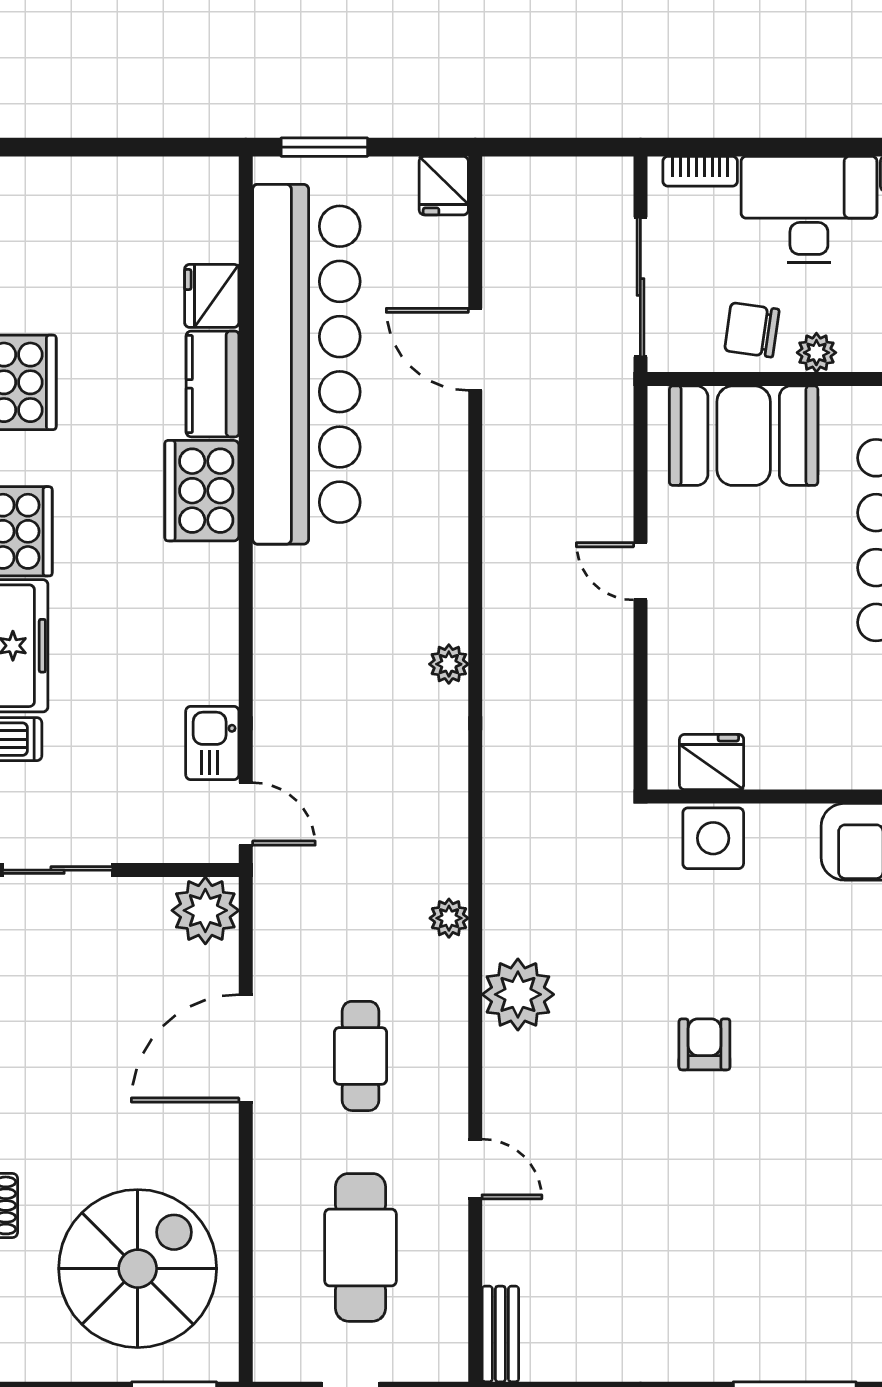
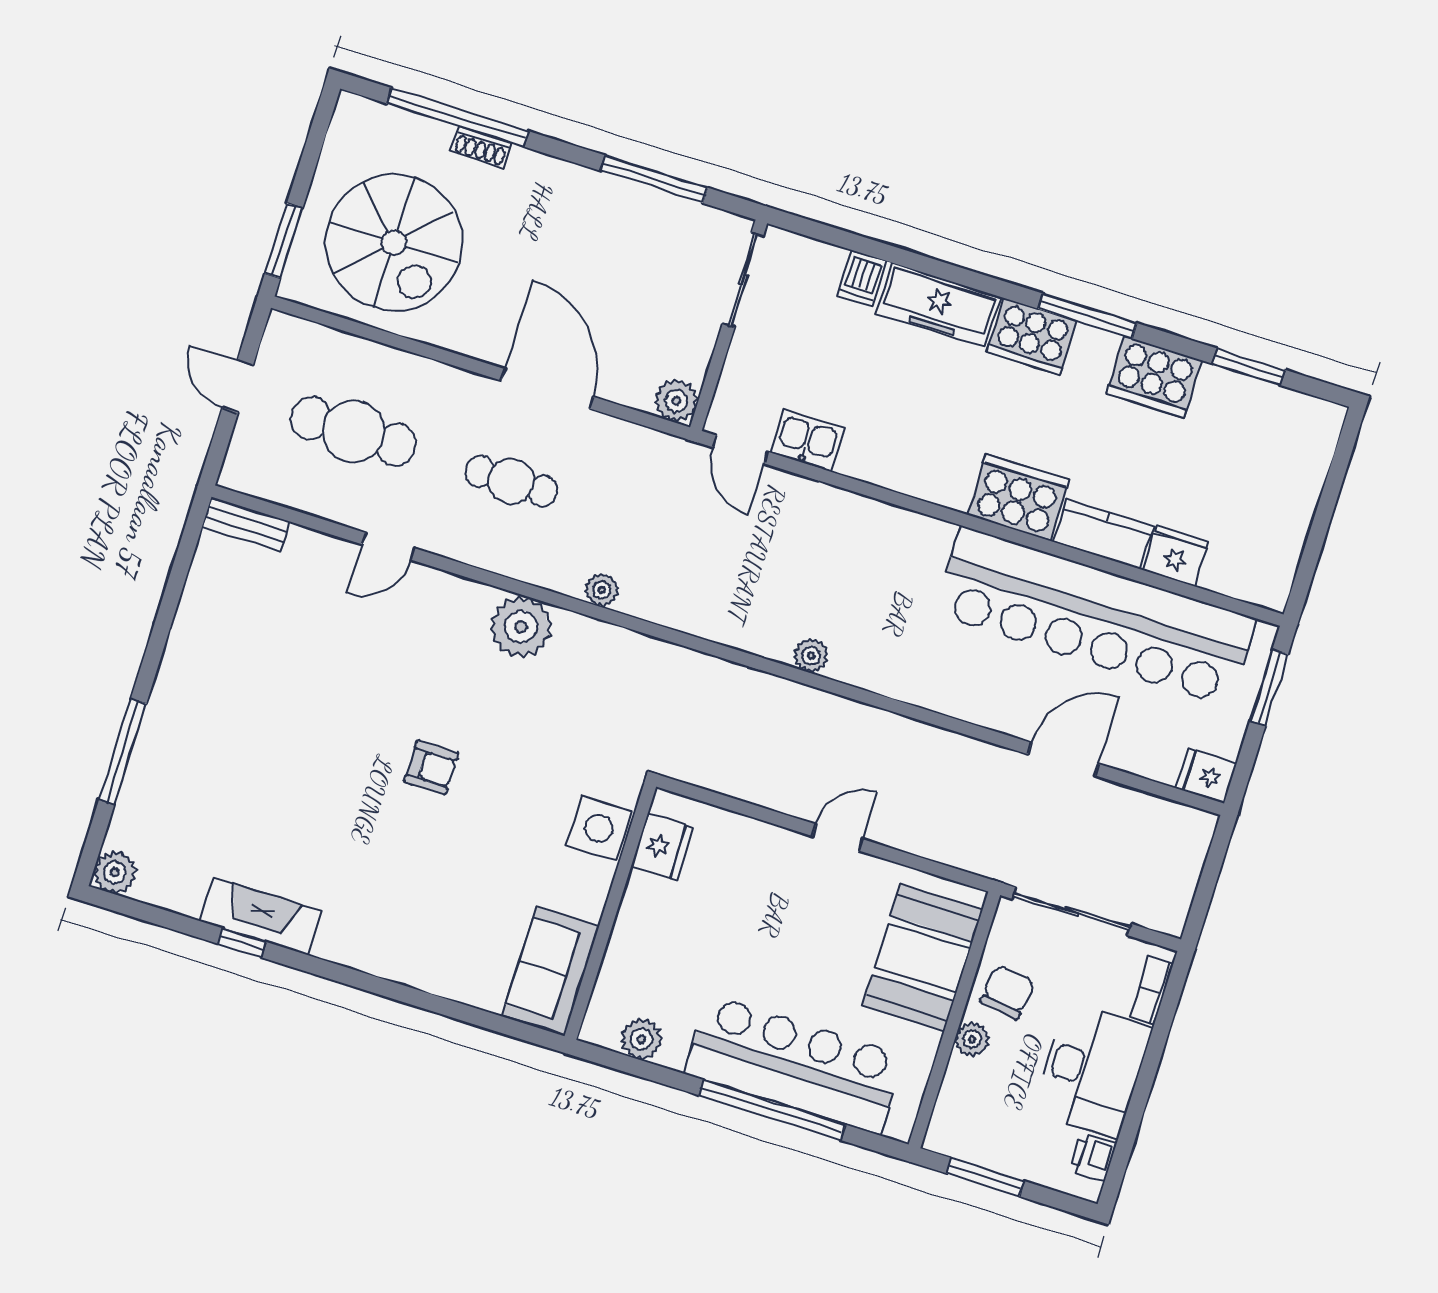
door: (246, 814) -> (740, 450), hinge flipped
plant: (205, 910) -> (676, 401), width x0.73, depth x0.73

